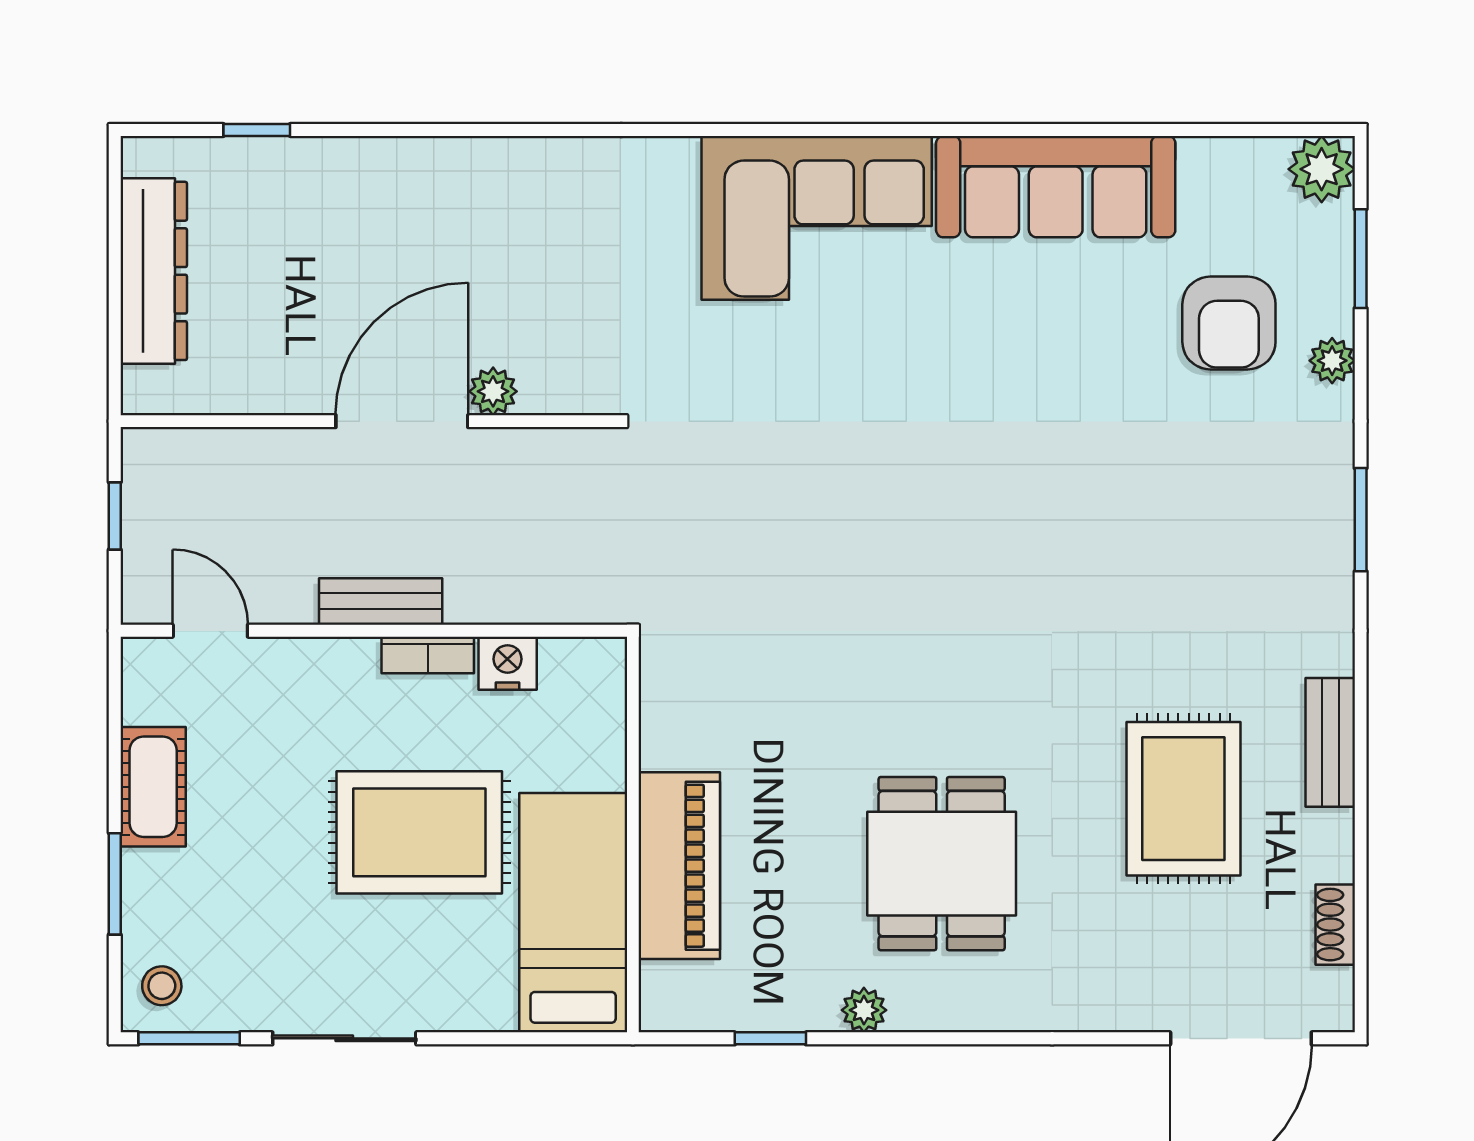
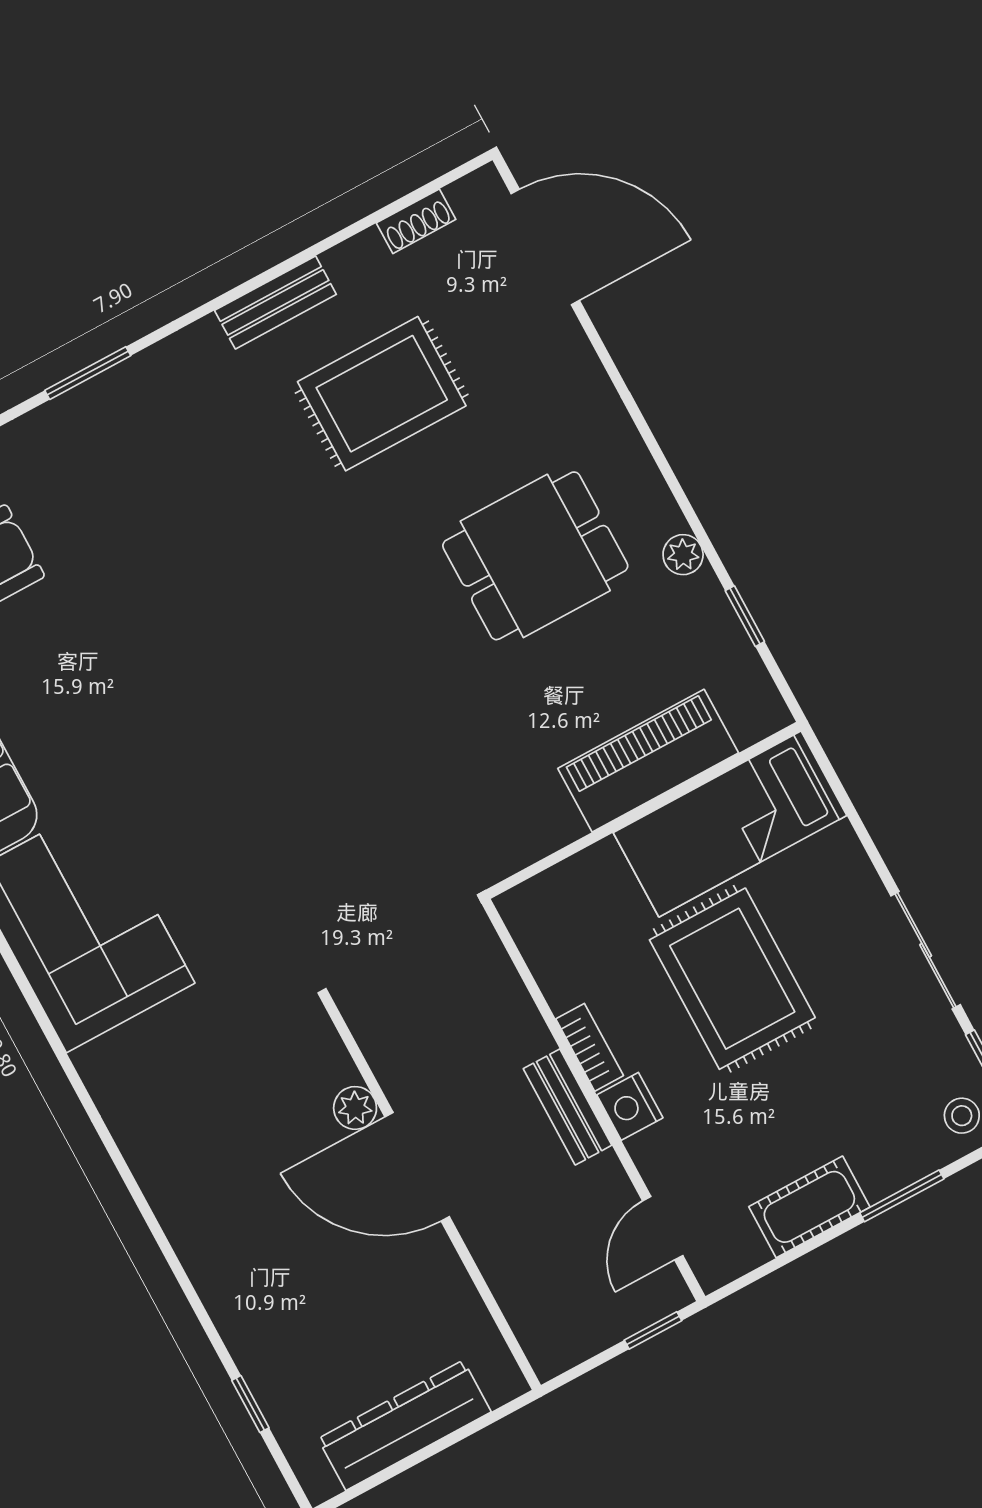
window: (115, 516) -> (653, 1330), moved
nightstand: (508, 663) -> (630, 1106), moved

